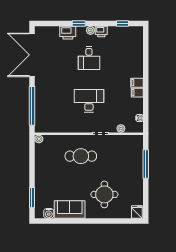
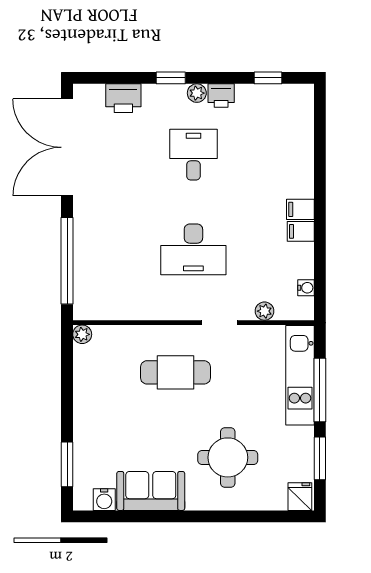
printer: (68, 33) -> (123, 98), moved
desk: (89, 58) -> (193, 155), turned 180
desk: (89, 101) -> (193, 249), turned 180
kitchen unit: (137, 157) -> (300, 375), added
window: (146, 195) -> (320, 458), added

